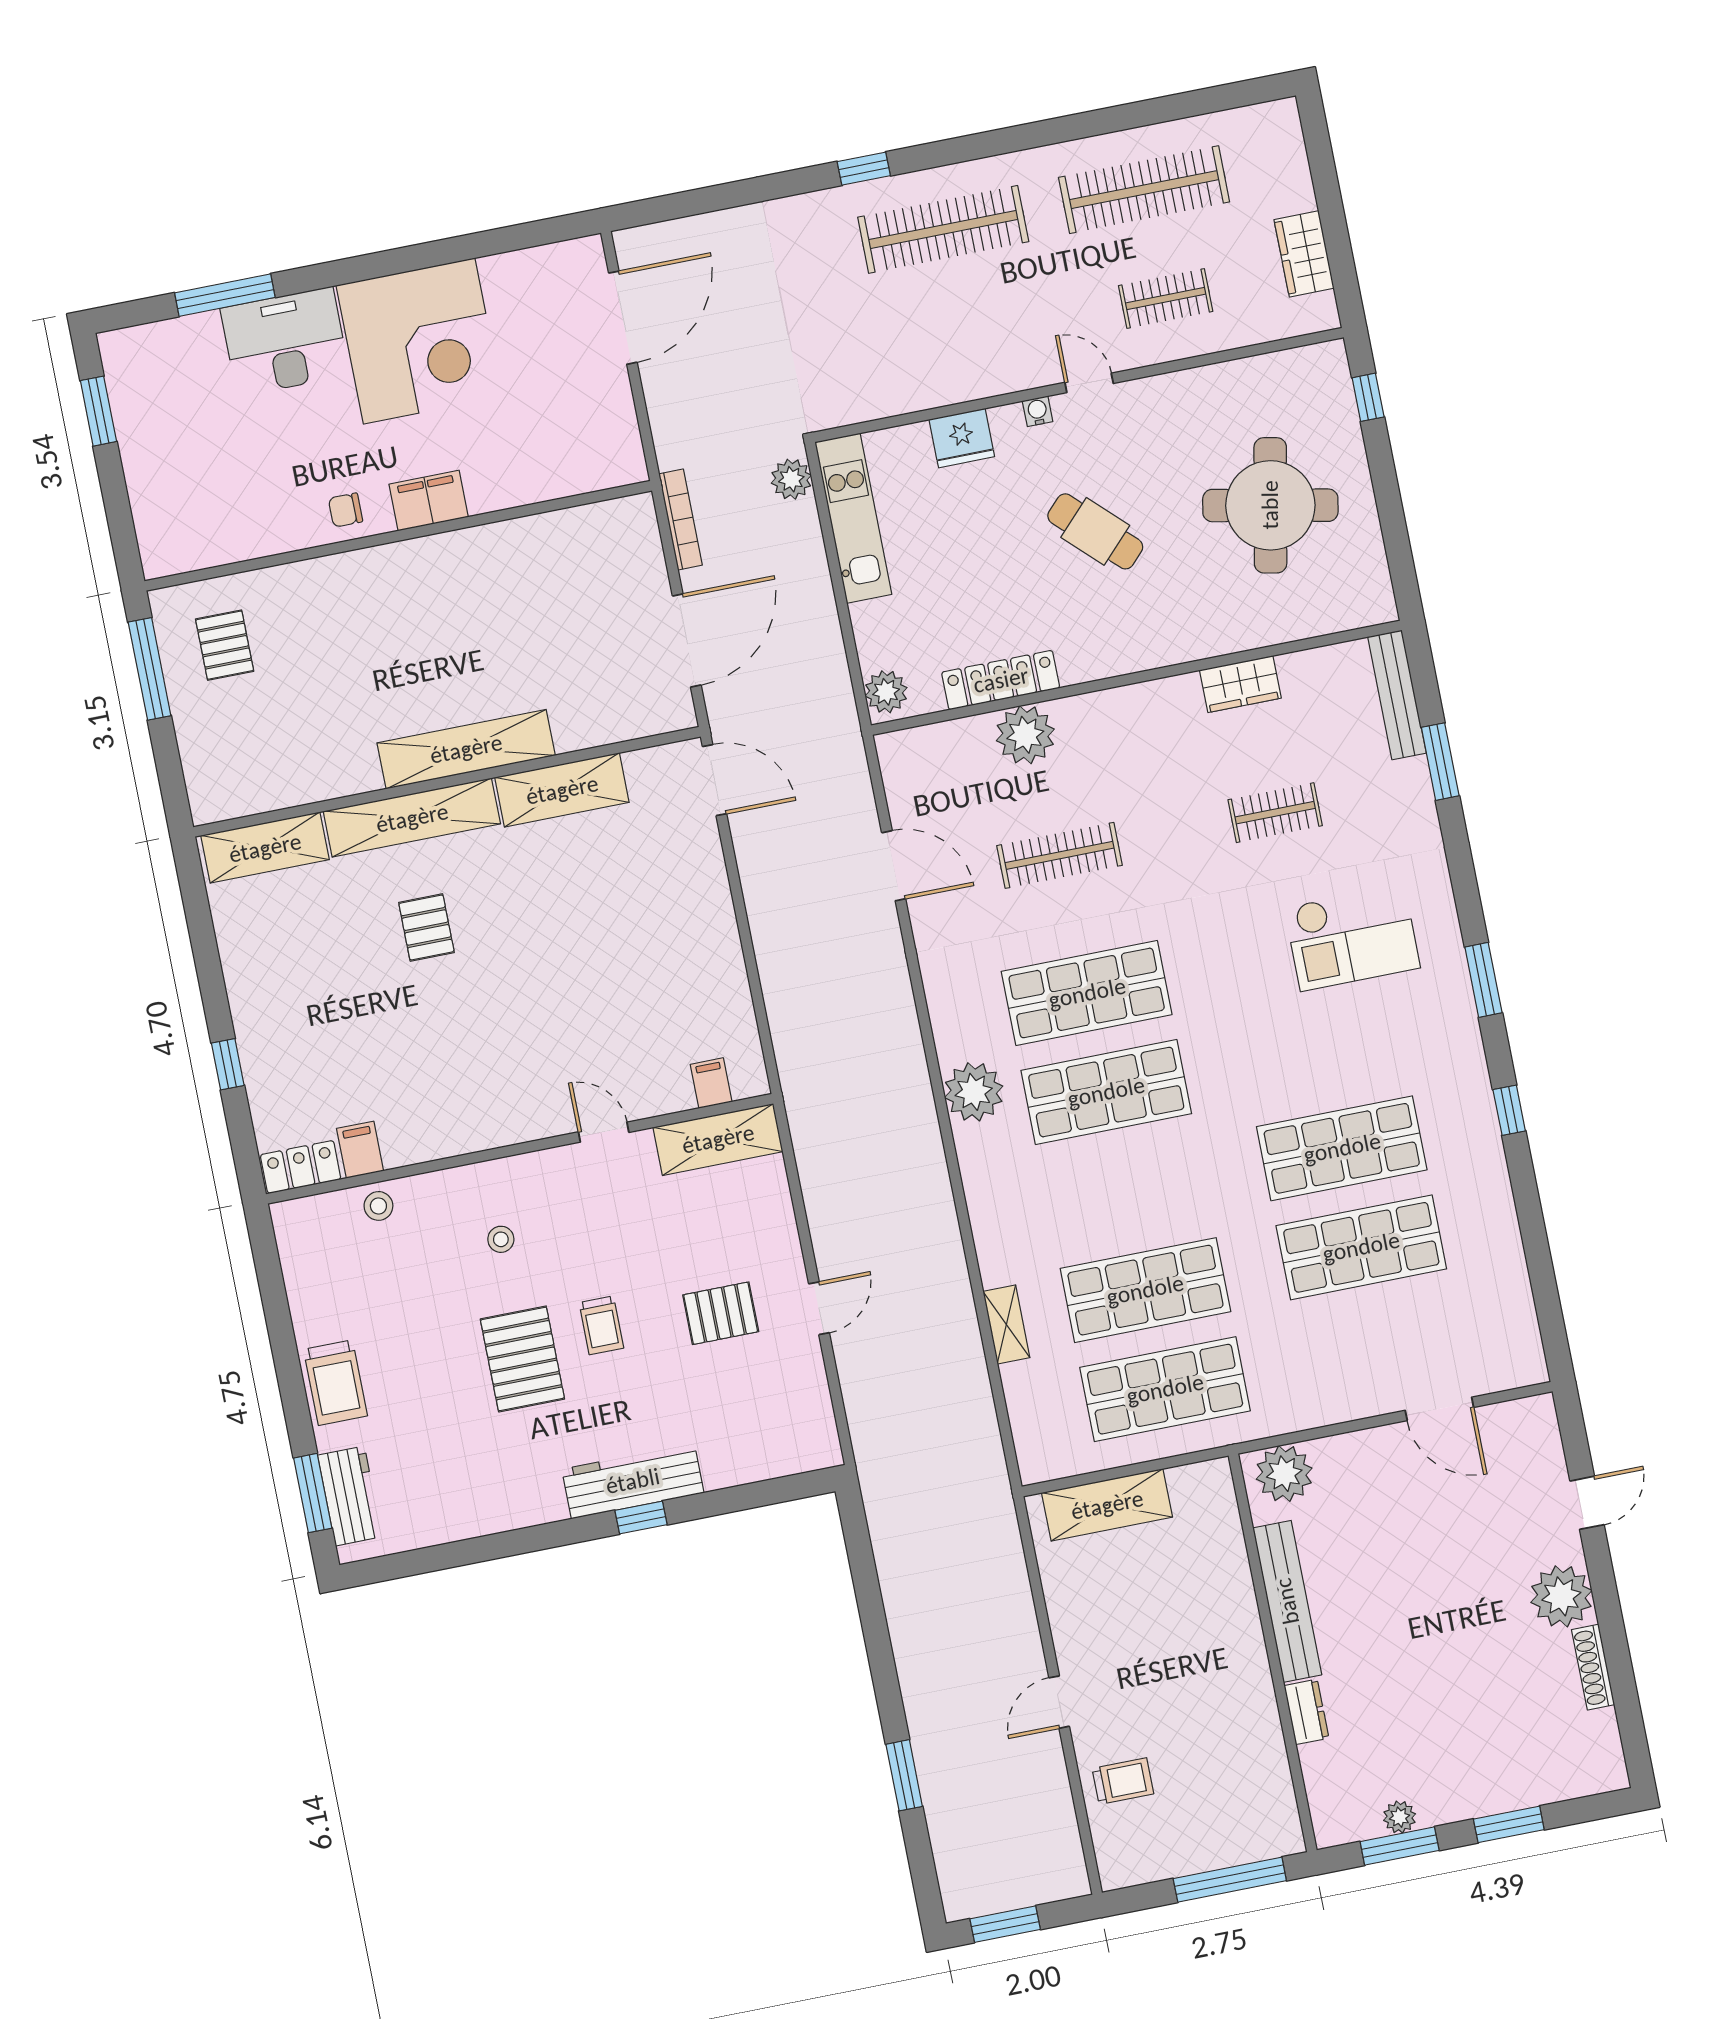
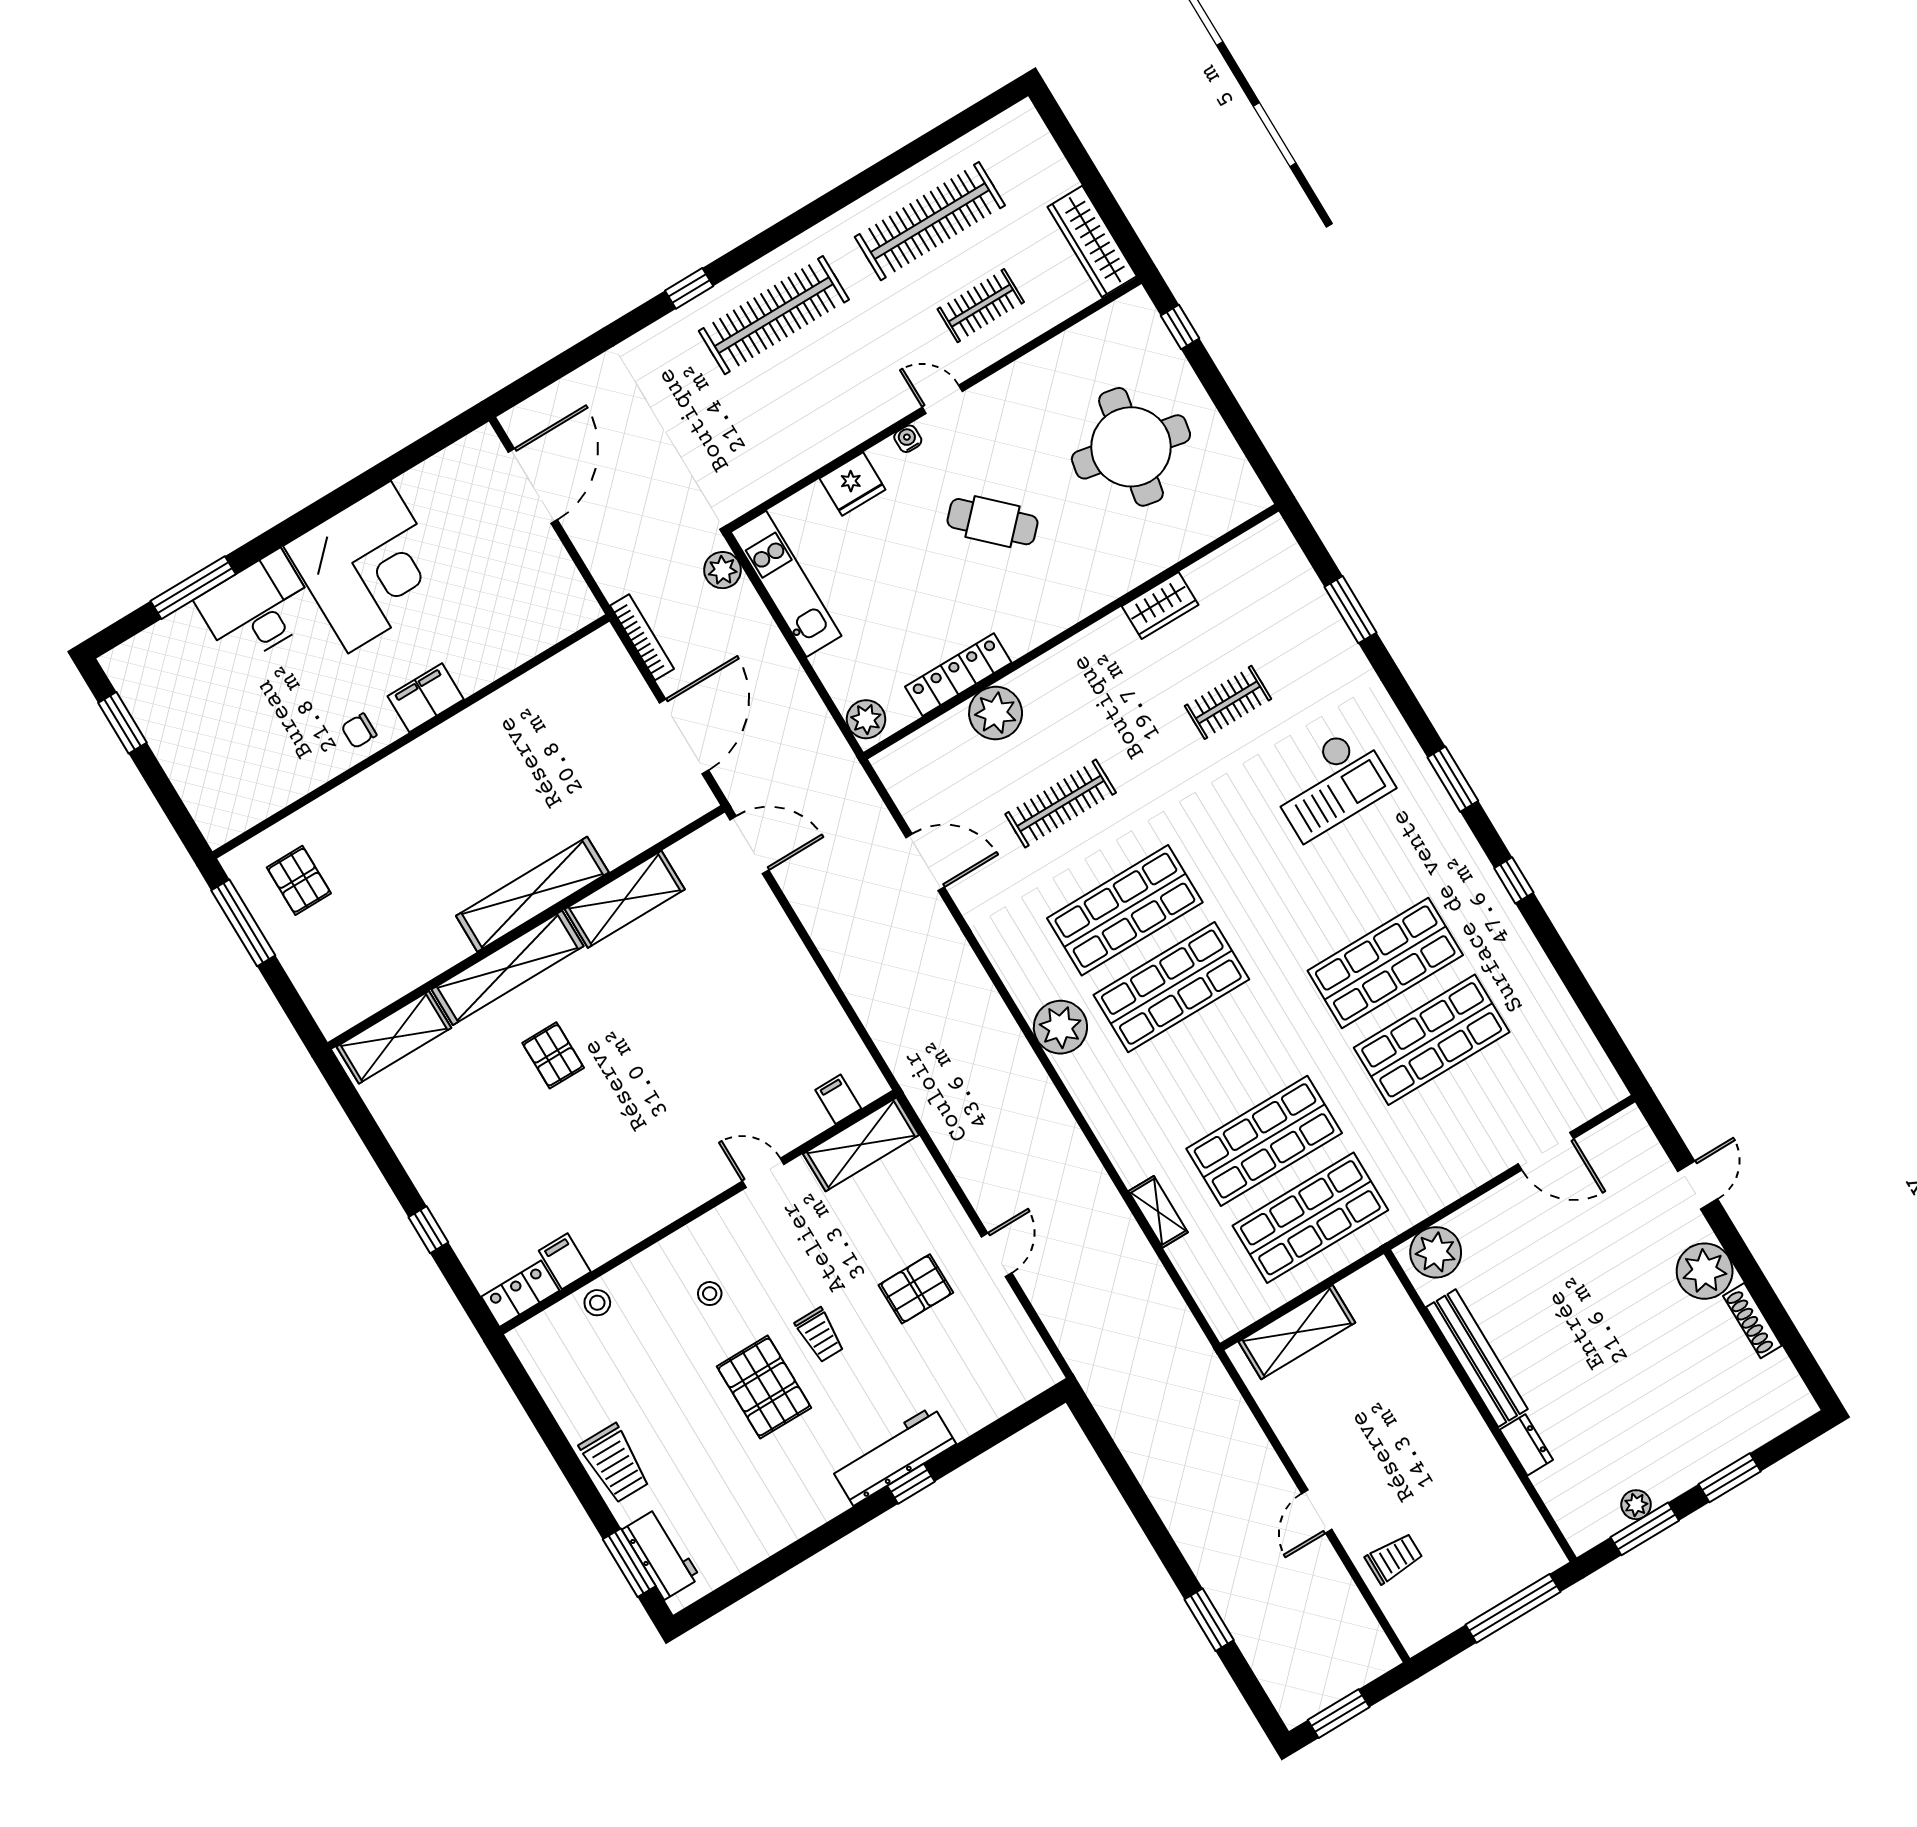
wardrobe: (1304, 254) -> (1092, 241), width x1.50
bench: (1397, 695) -> (1294, 567), removed

